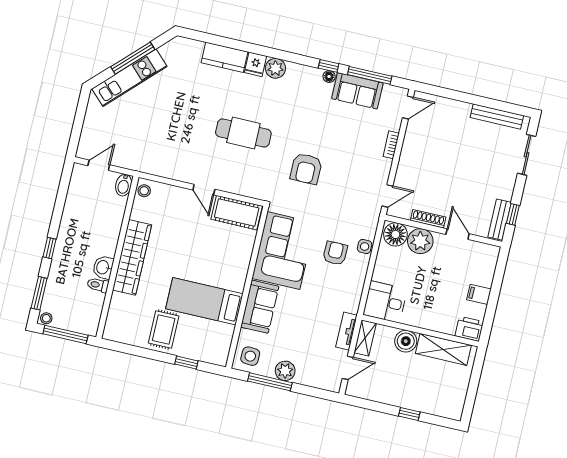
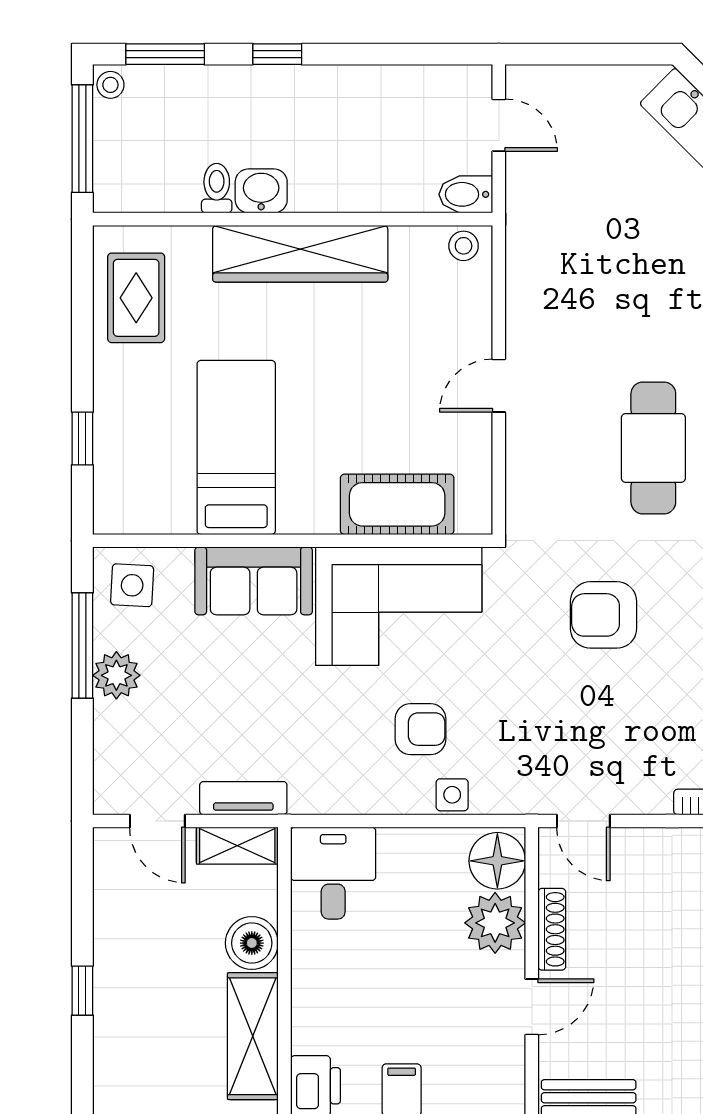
cot: (237, 213) -> (397, 504), moved, turned 90
rug: (164, 329) -> (136, 298), moved, turned 90

